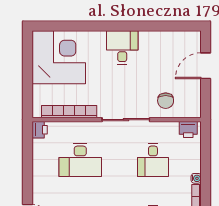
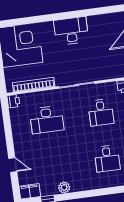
desk: (122, 47) -> (71, 31), width x1.37
chair: (166, 101) -> (104, 67), removed

